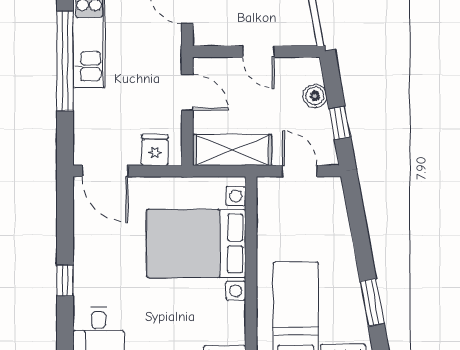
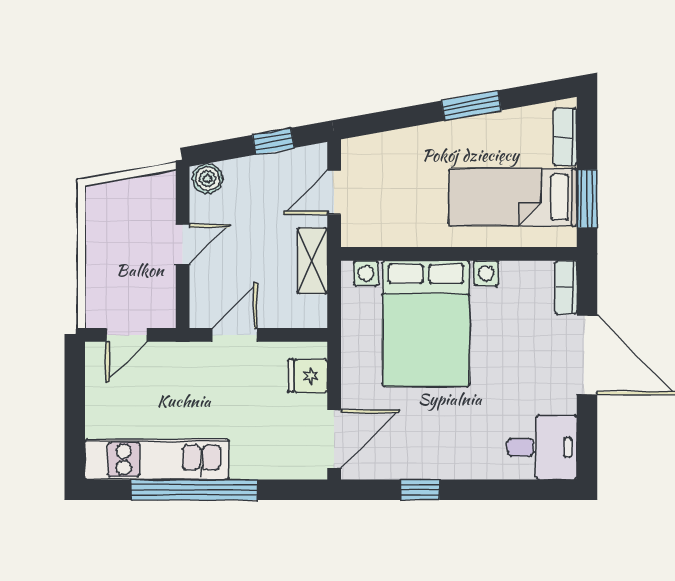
boiler: (315, 96) -> (208, 179), moved
shelving: (232, 150) -> (313, 261), width x0.67, depth x0.75
window: (65, 280) -> (420, 490), moved
window: (372, 302) -> (471, 106), moved

